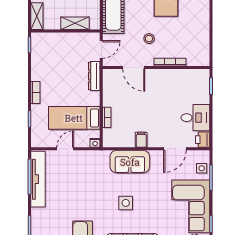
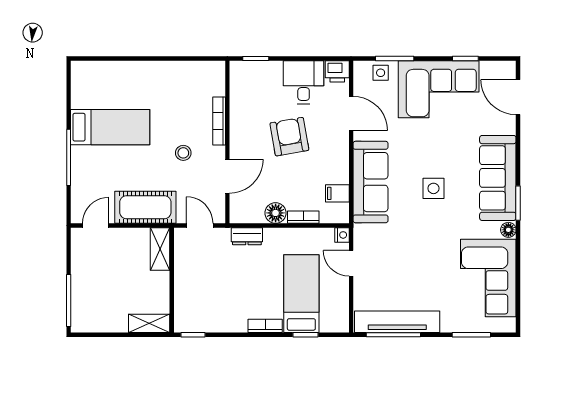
shelving: (75, 23) -> (160, 249), moved
dresser: (94, 76) -> (247, 236), width x0.70
floor lamp: (110, 99) -> (276, 213), added
armchair: (160, 108) -> (289, 137), added
bed: (74, 118) -> (301, 294), moved, turned 180
filing cabinet: (141, 140) -> (337, 193), moved
door: (65, 149) -> (351, 263), moved
sofa: (130, 162) -> (371, 182), width x1.36

